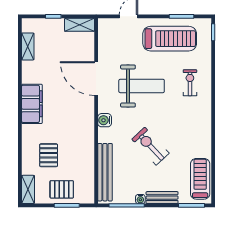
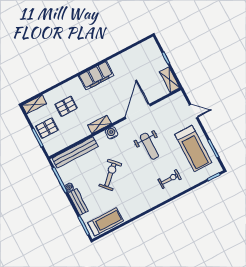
shelving: (28, 46) -> (99, 124), moved
weight bench: (142, 86) -> (149, 146), width x0.73, depth x0.75
pallet: (62, 189) -> (47, 128), turned 90

